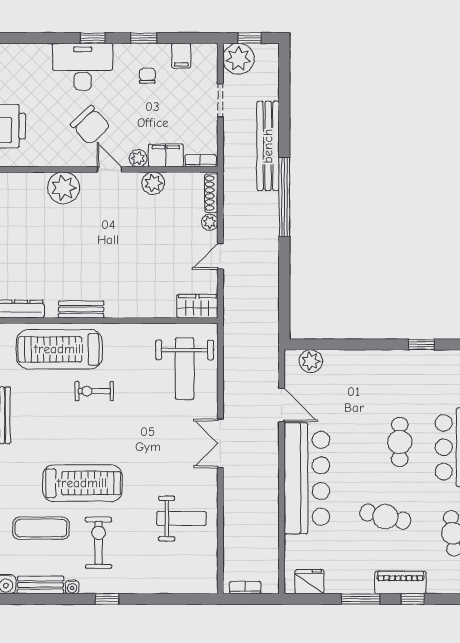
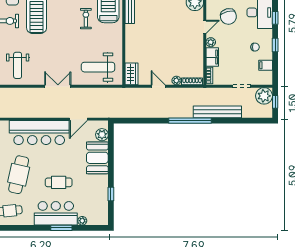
chair: (90, 125) -> (228, 16), turned -62
plant: (153, 183) -> (197, 50), removed
booth: (354, 370) -> (97, 158), added
cafe table: (385, 517) -> (19, 175), width x1.37, depth x1.35

